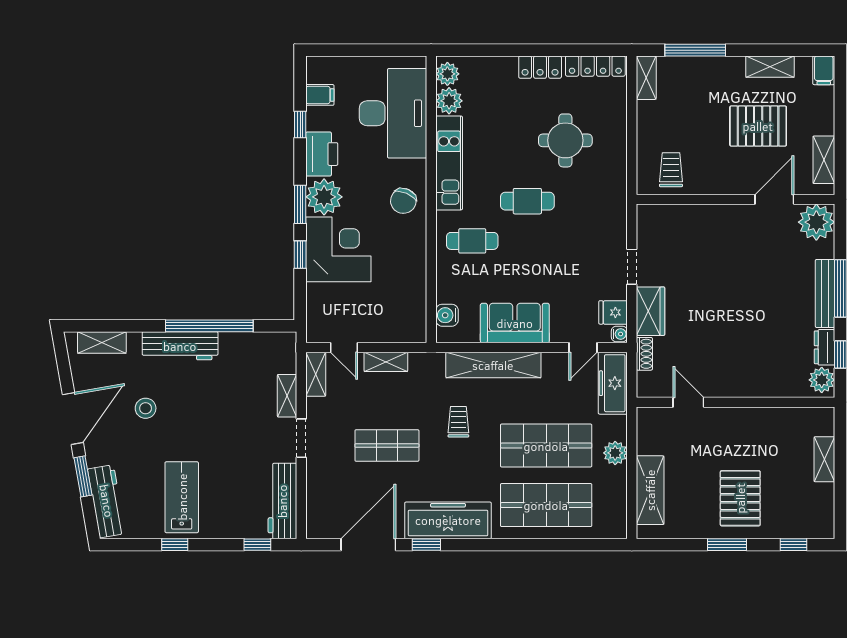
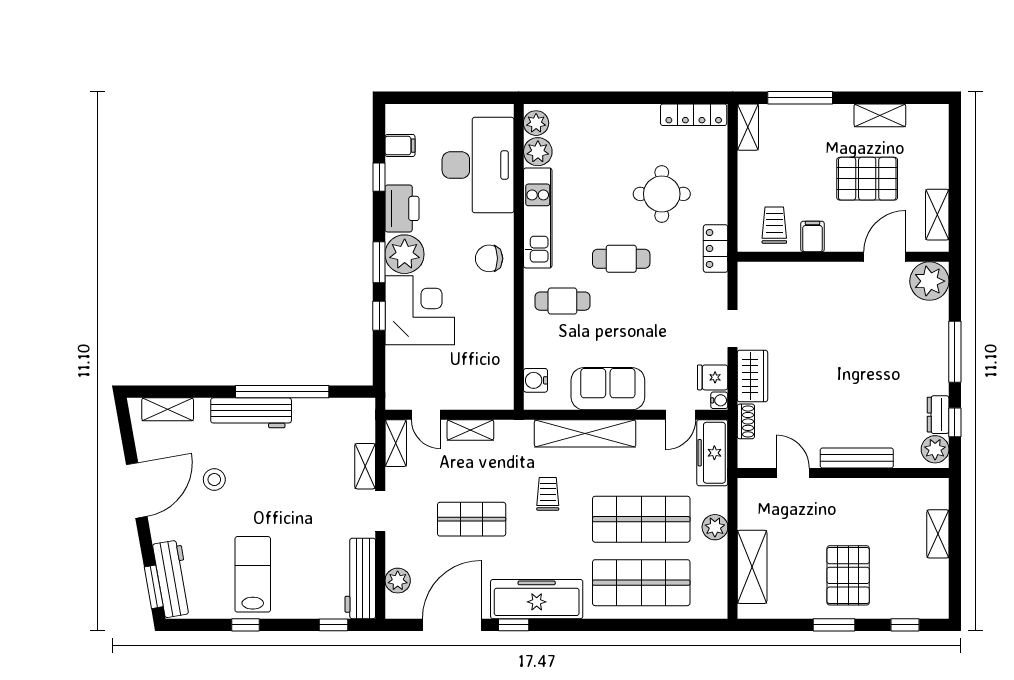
locker: (540, 67) -> (716, 248), moved, turned 90
filing cabinet: (824, 70) -> (813, 237), moved, turned 180
chair: (403, 201) -> (489, 258), turned 66
bench: (825, 293) -> (857, 458), moved, turned 90
window: (83, 476) -> (154, 587), moved
plant: (318, 503) -> (398, 581), added

